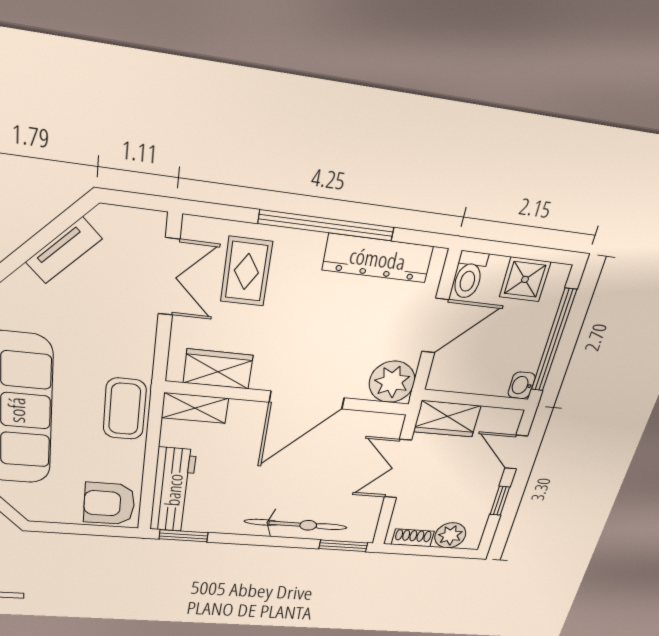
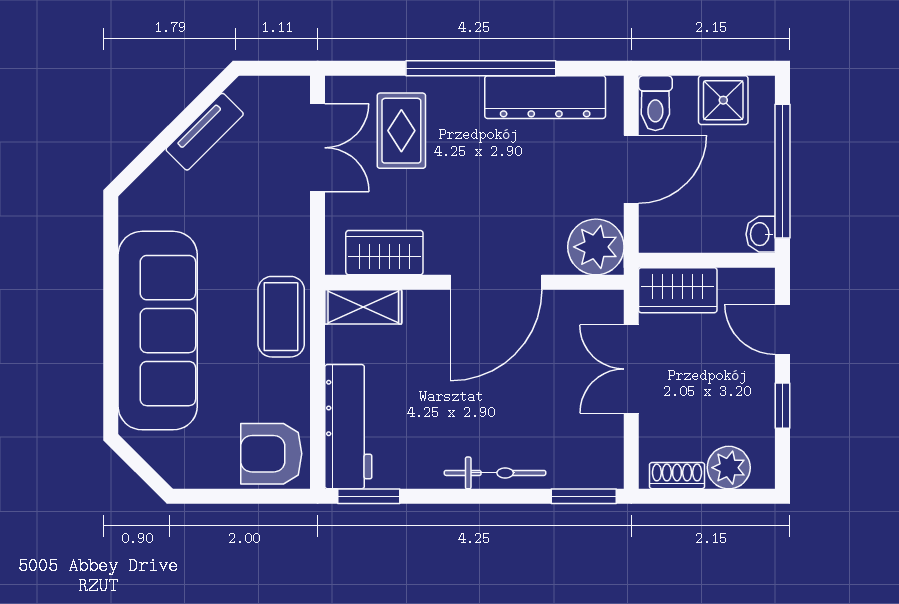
bicycle: (296, 524) -> (495, 473), width x0.73, depth x0.71

